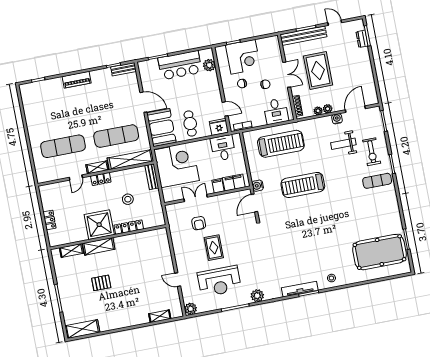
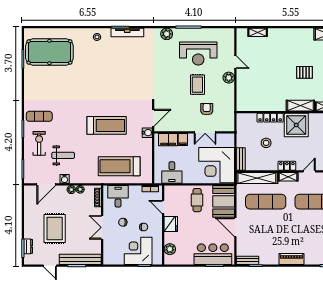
bar counter: (180, 65) -> (213, 254), moved
rug: (318, 70) -> (55, 229), moved
fridge: (219, 127) -> (171, 224), moved, turned -90
reception desk: (219, 281) -> (198, 53), turned 180
plant: (191, 309) -> (229, 78), moved

